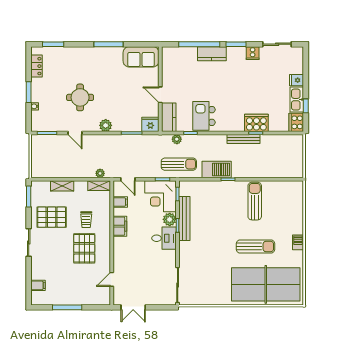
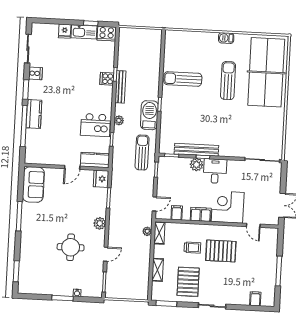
locker: (37, 66) -> (37, 289), removed
cooker: (256, 123) -> (107, 79), width x0.53, depth x0.76
plant: (177, 139) -> (119, 120), moved
corner desk: (161, 196) -> (228, 207), moved, turned 180

